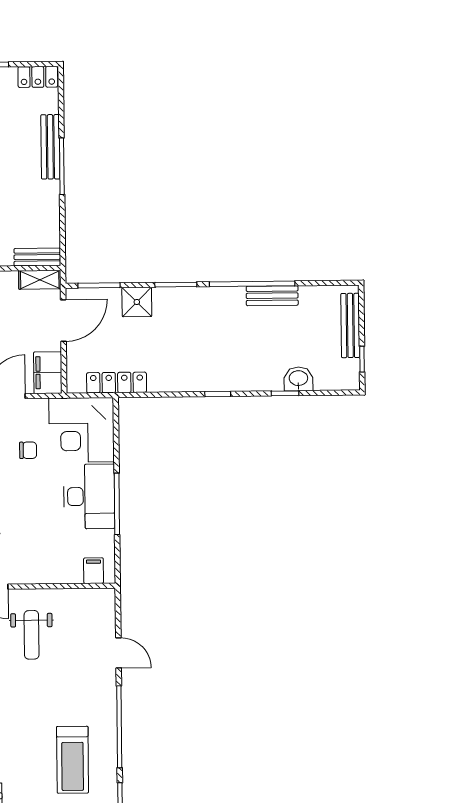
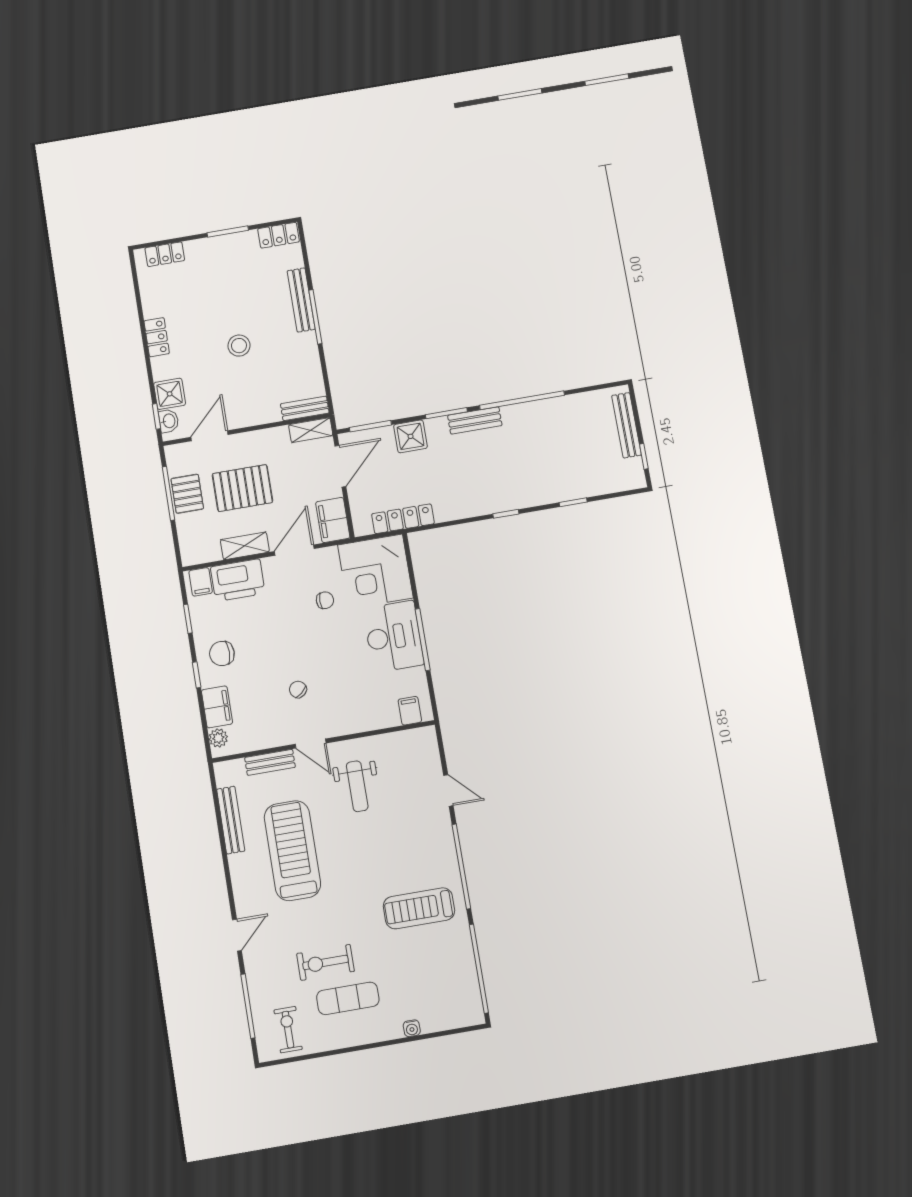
bench: (272, 296) -> (475, 420), moved
washbasin: (298, 379) -> (584, 486), removed
treadmill: (73, 760) -> (419, 908), turned 90

